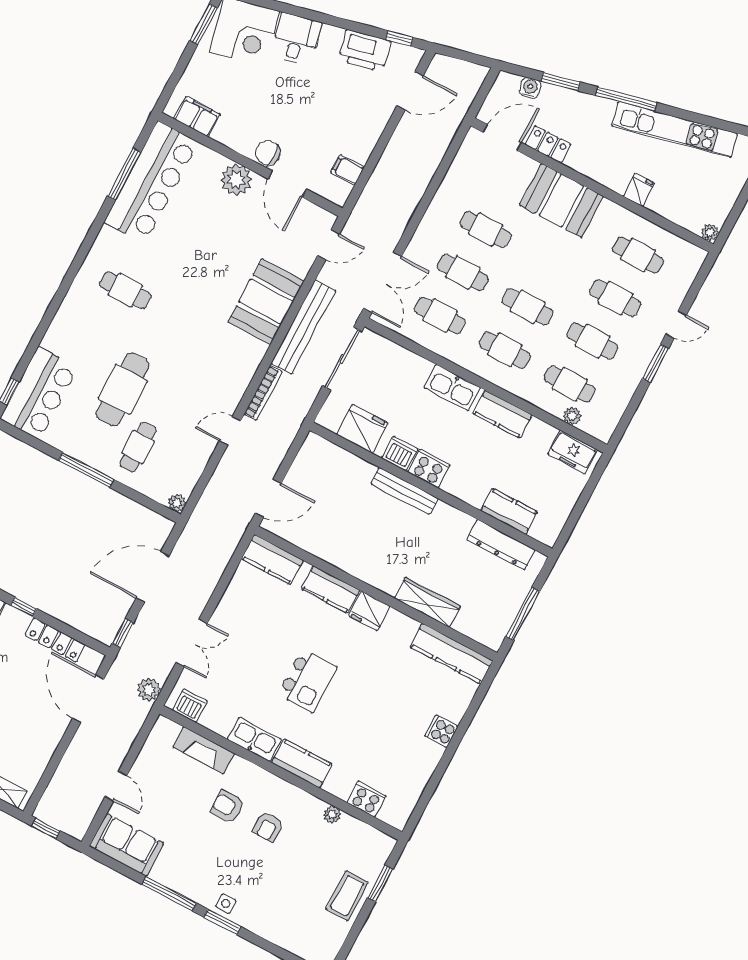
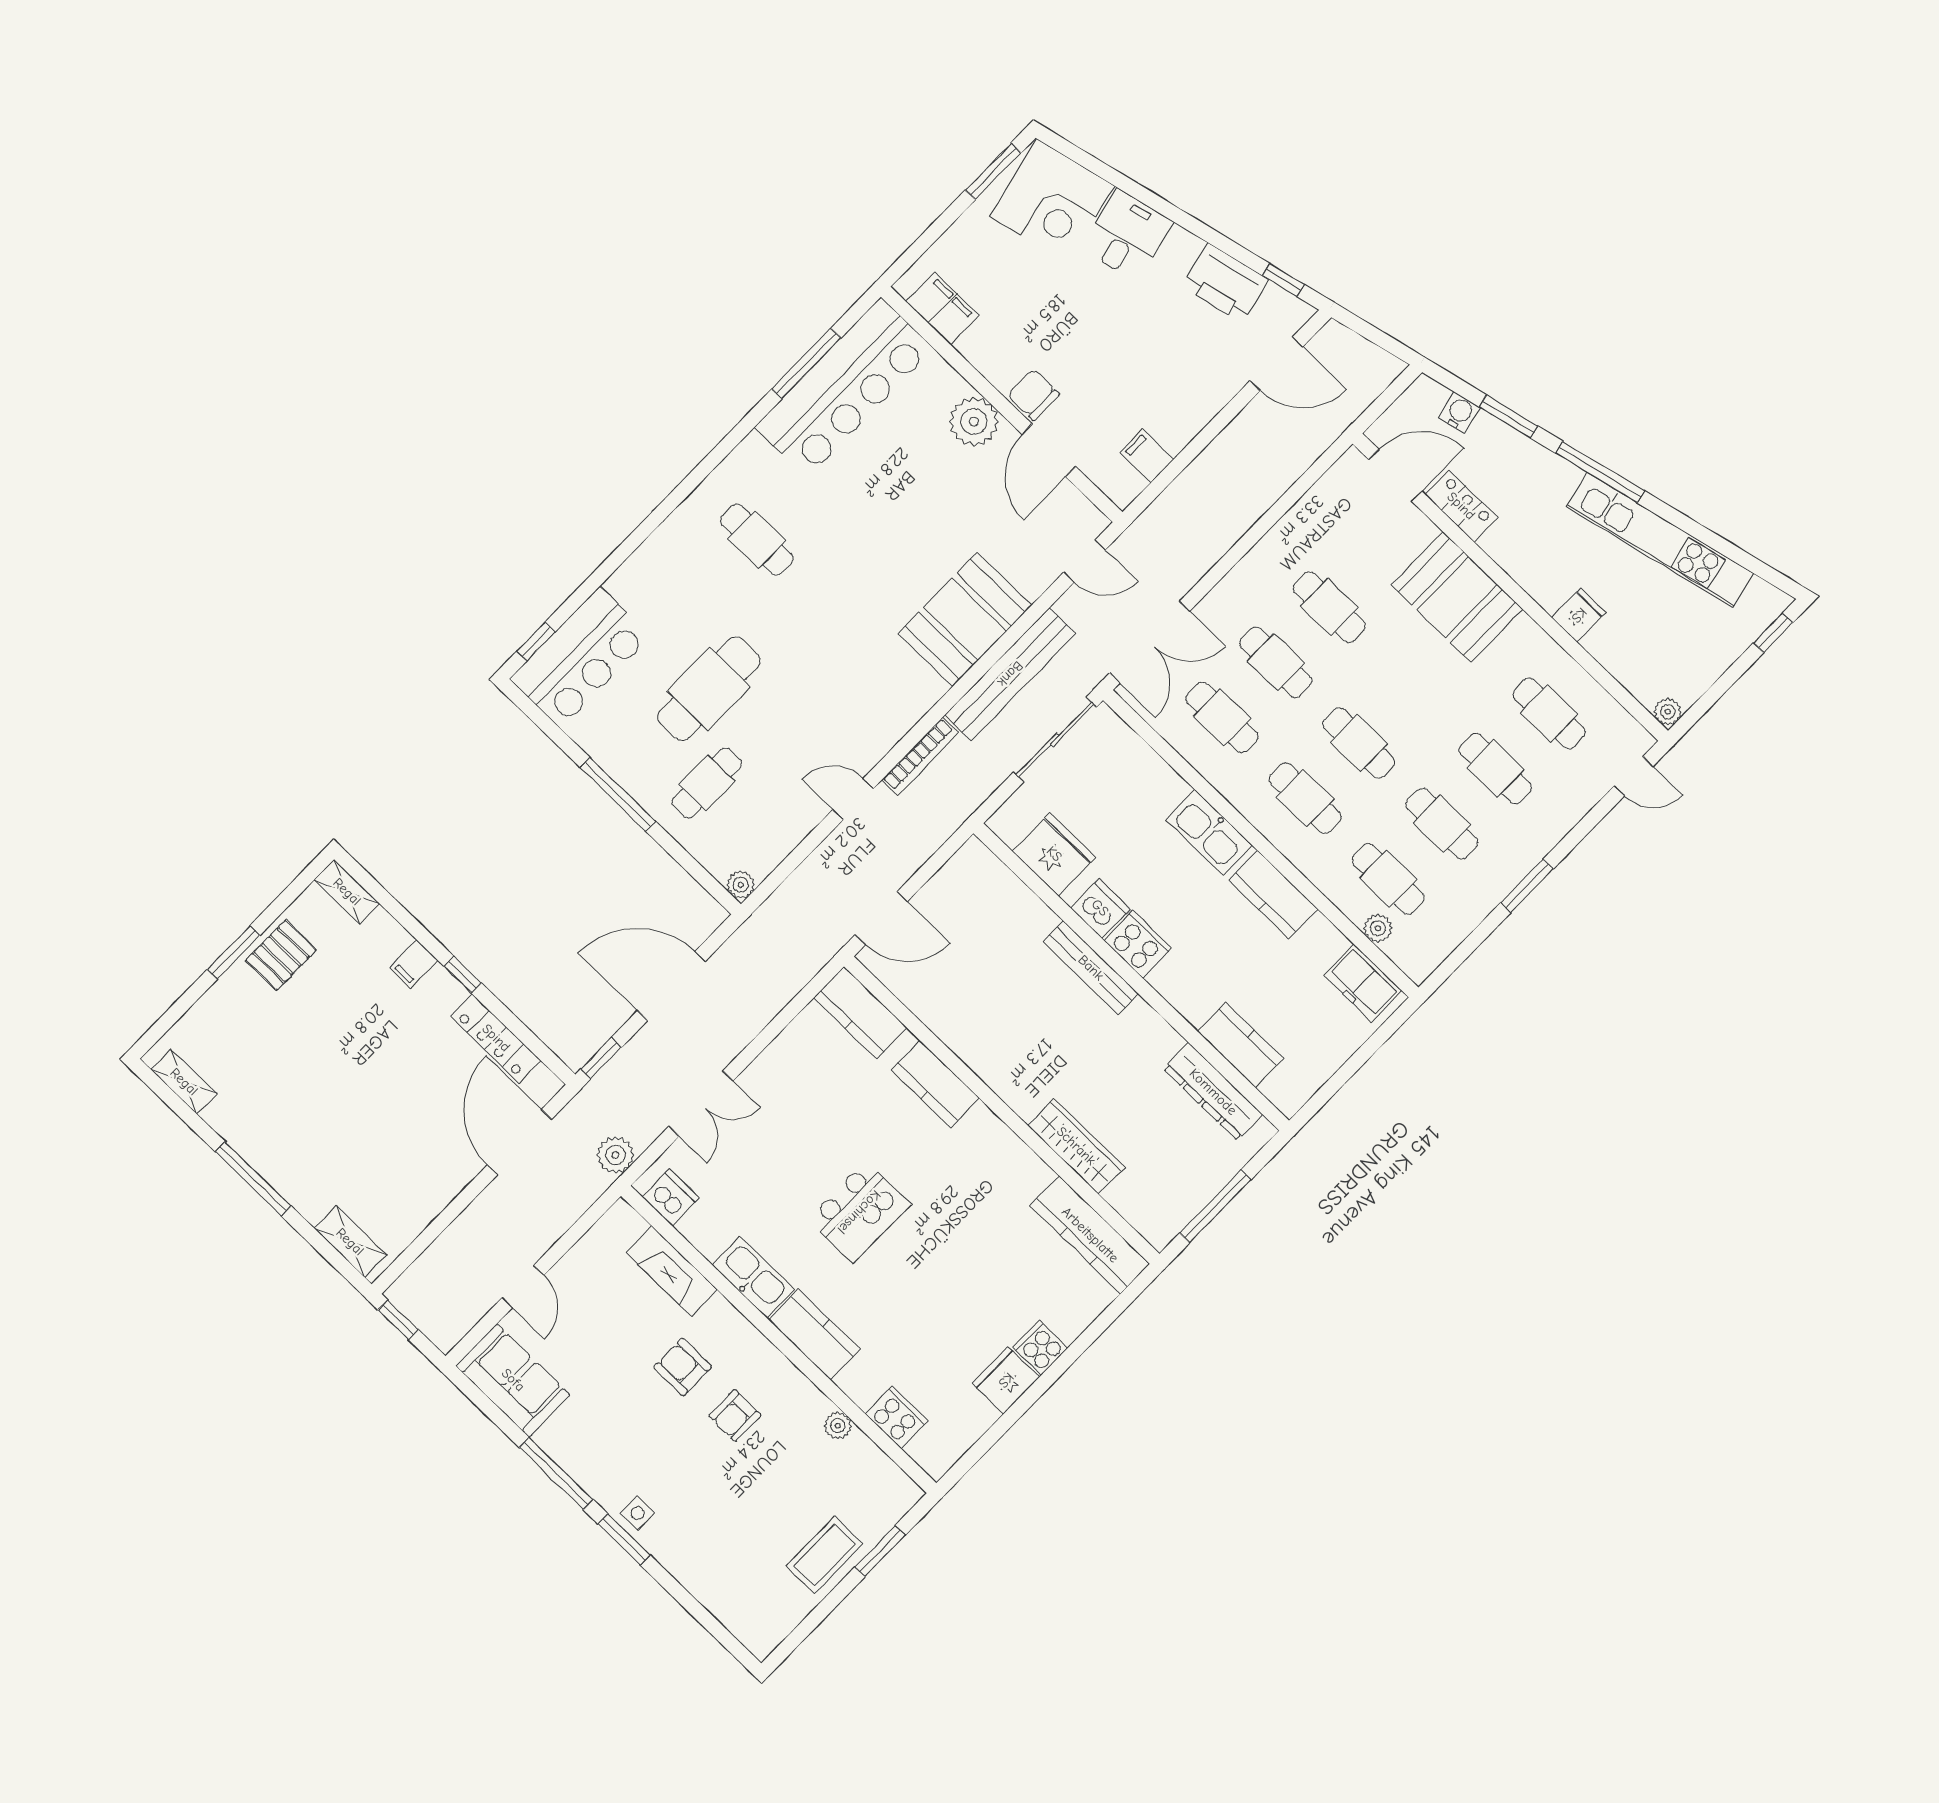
door: (676, 325) -> (1634, 776), moved
fridge: (369, 611) -> (1006, 1380), moved, turned 90

